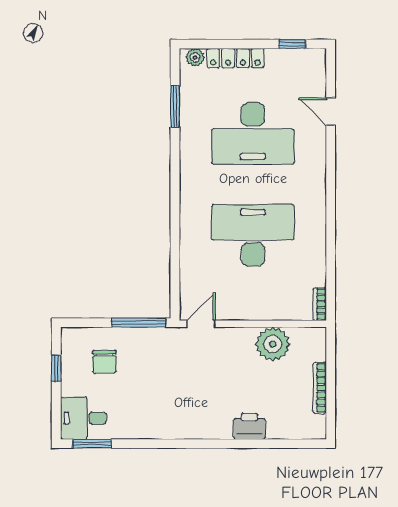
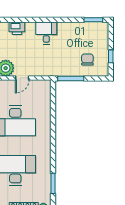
door: (201, 324) -> (22, 78), moved
desk: (83, 418) -> (46, 33), moved, turned -90

